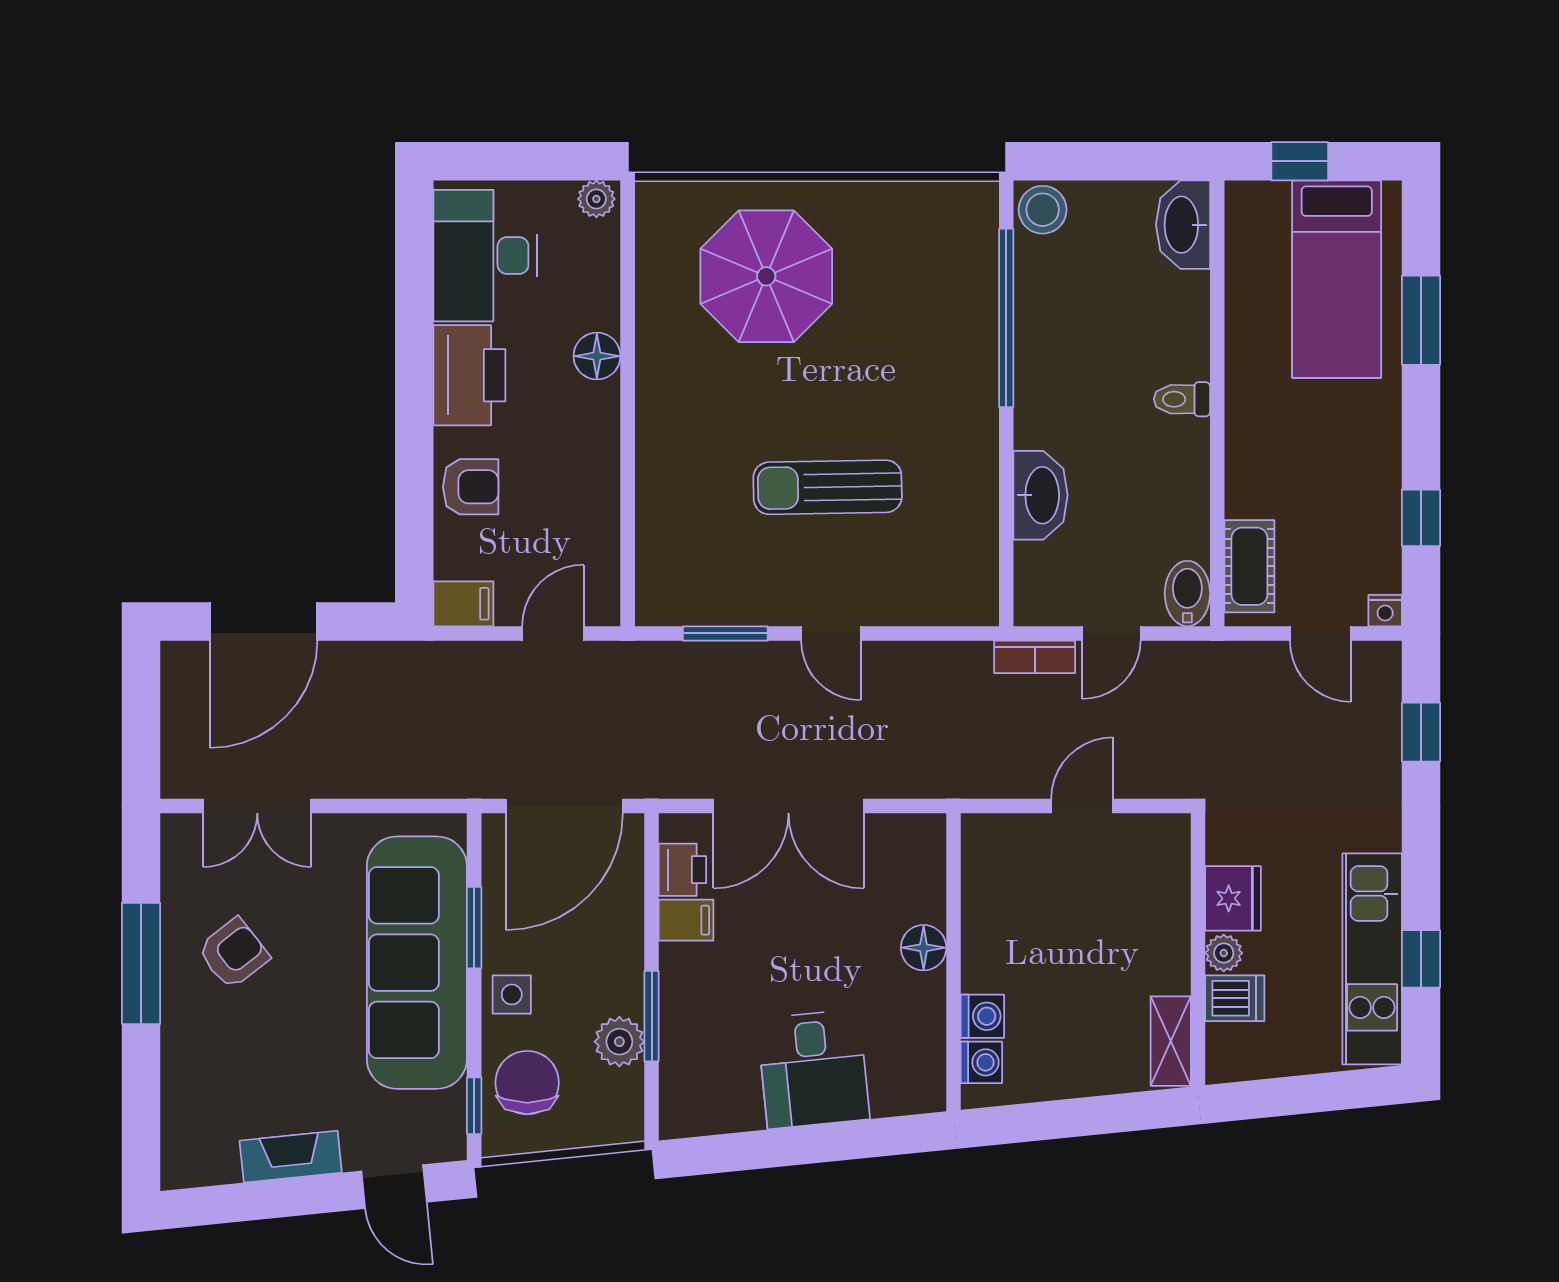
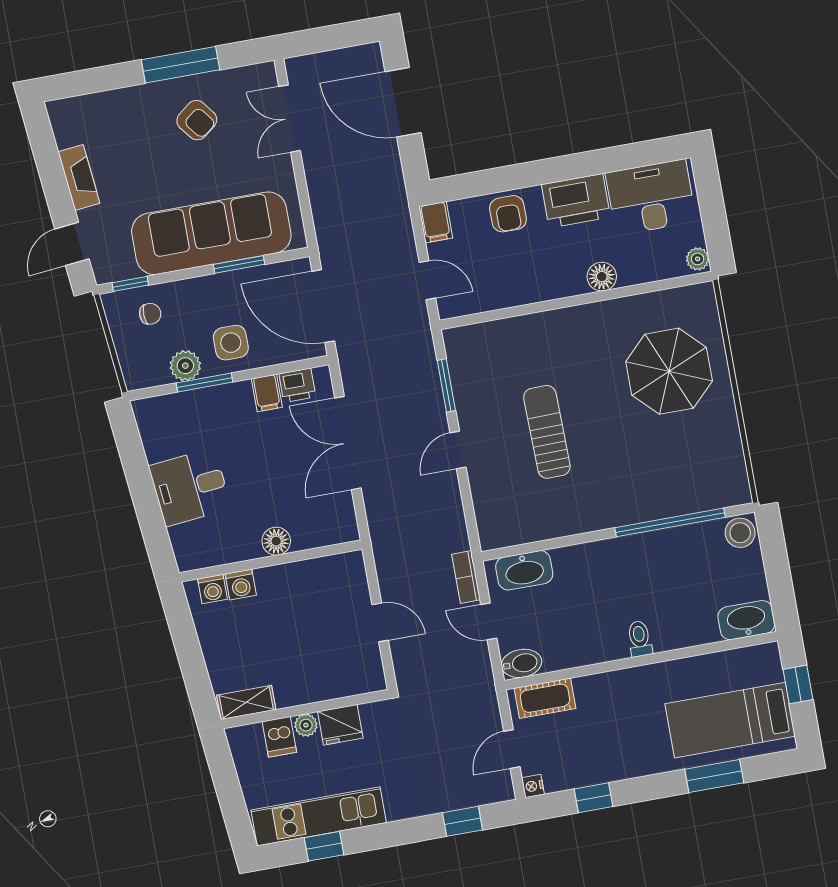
washbasin: (1041, 495) -> (524, 570), moved
side table: (512, 994) -> (231, 343), moved, width x1.37, depth x1.37
chair: (527, 1083) -> (150, 314), width x0.54, depth x0.54

